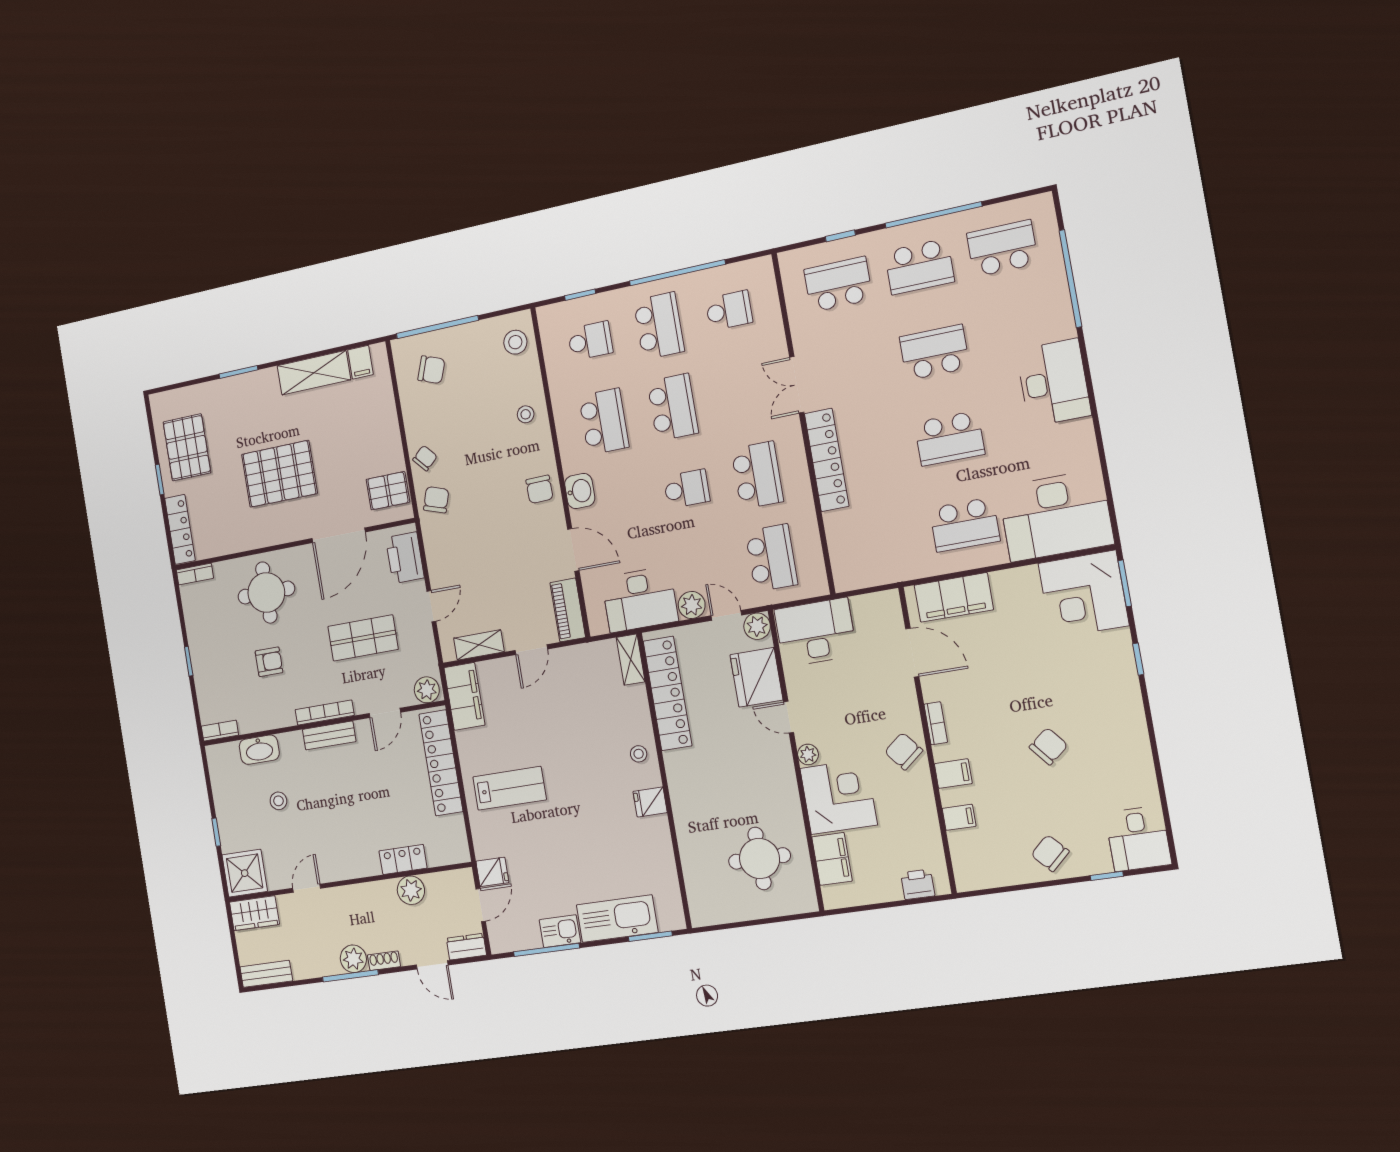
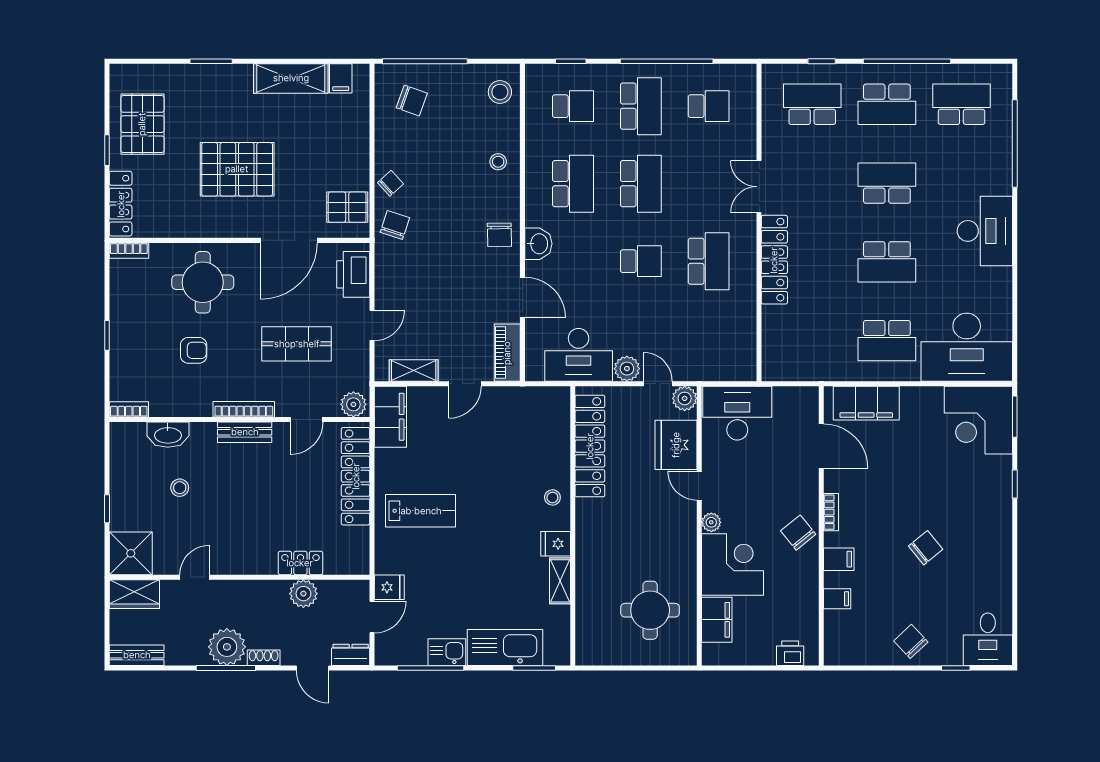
school desk: (771, 558) -> (709, 339), removed
shelving: (631, 660) -> (560, 581), moved
plant: (353, 959) -> (227, 647), width x1.36, depth x1.36

